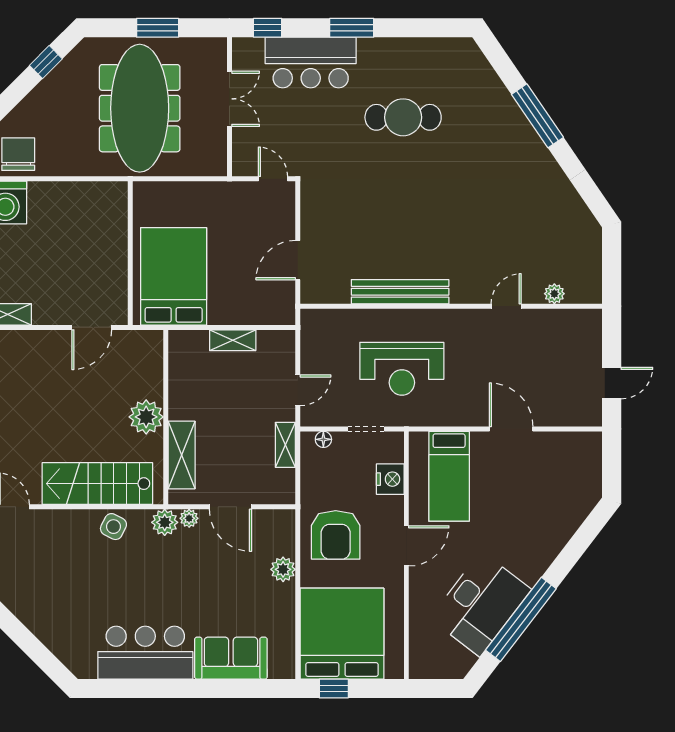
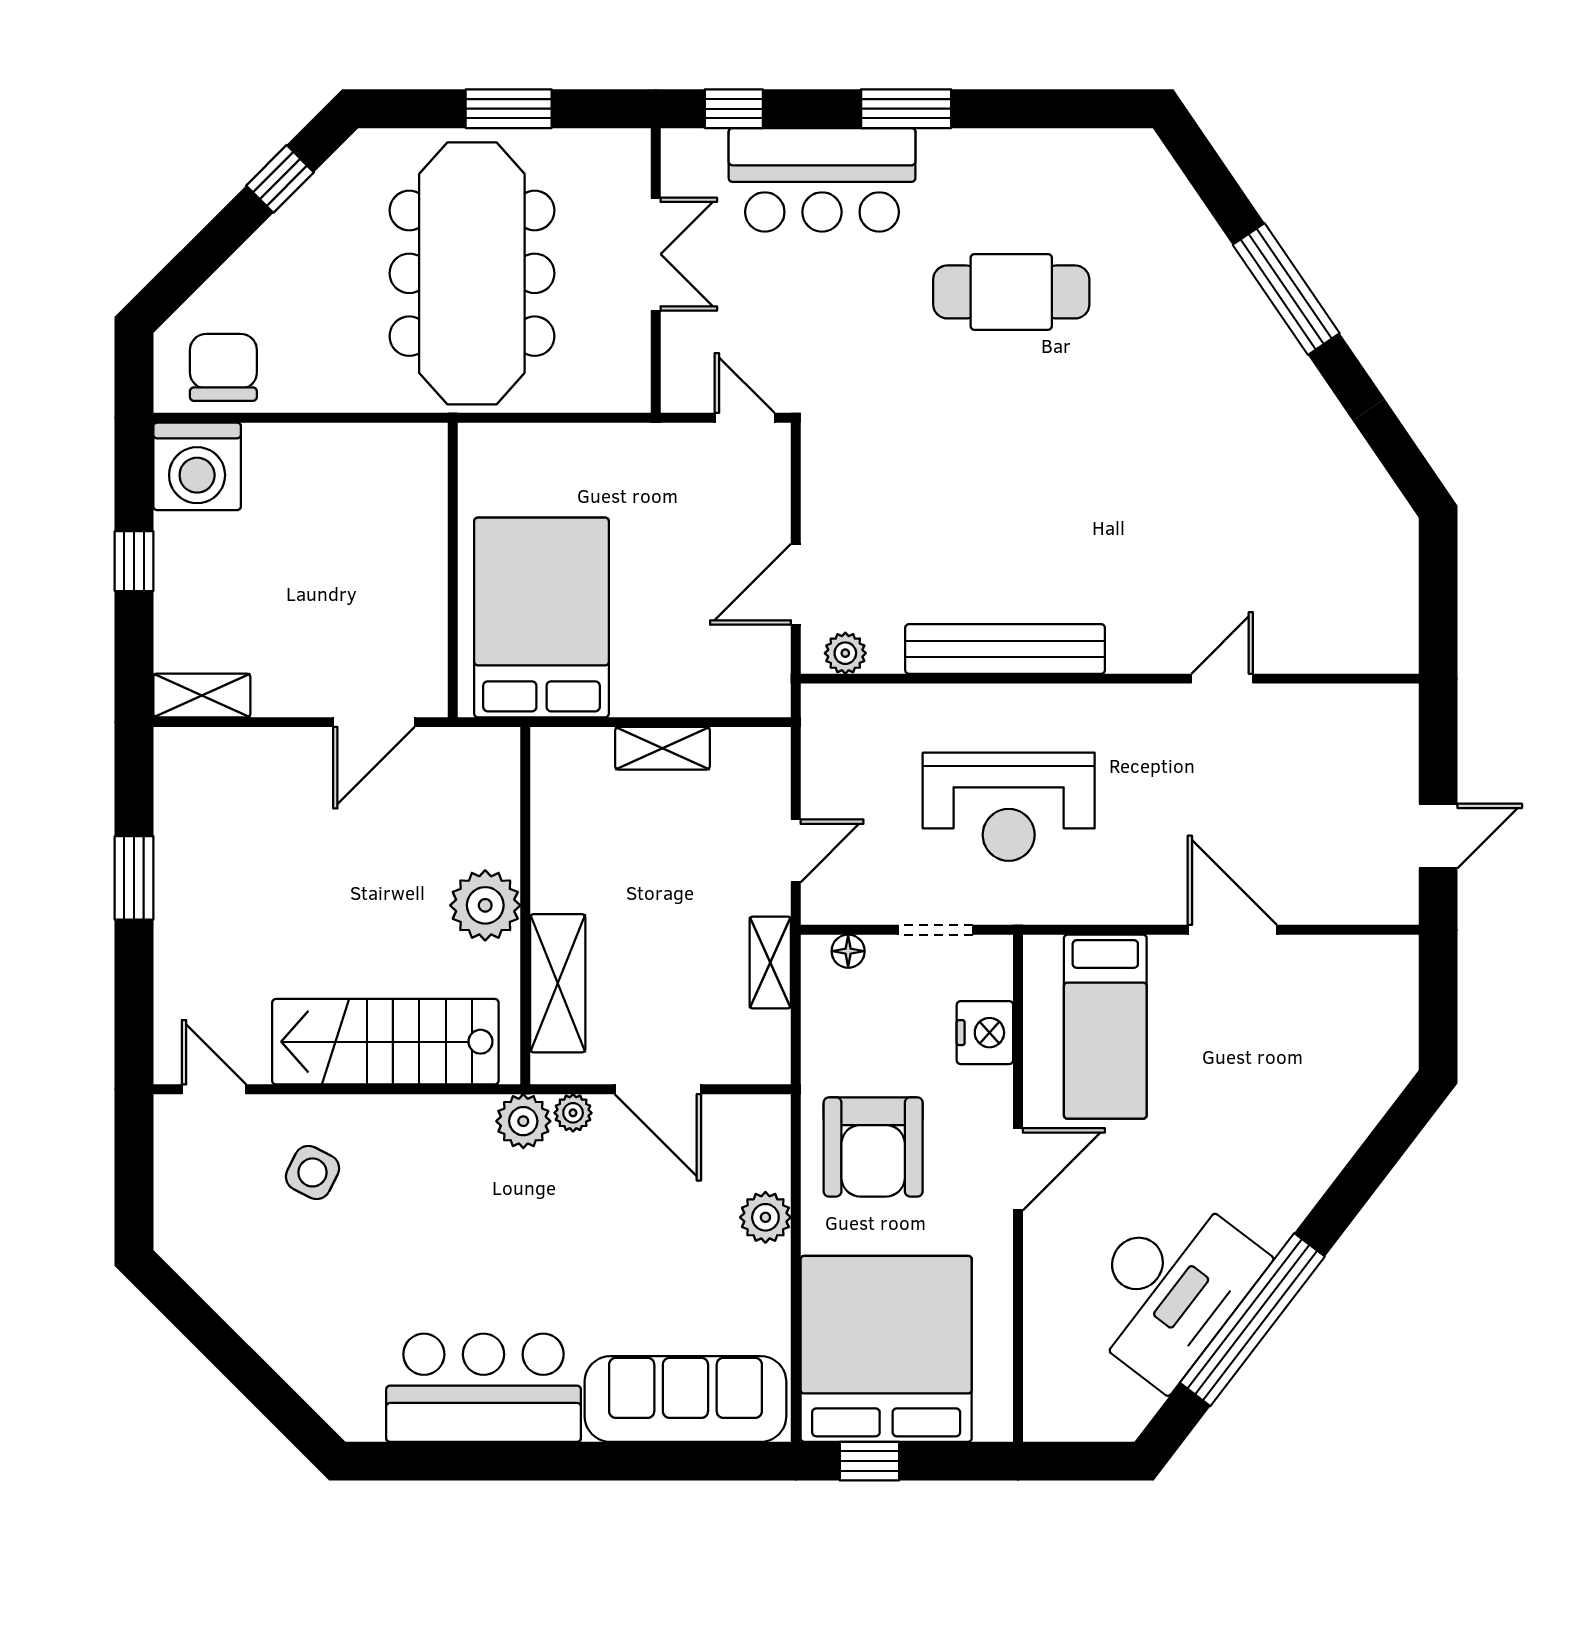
plant: (554, 294) -> (845, 653), moved
side table: (113, 527) -> (313, 1172), moved
sofa: (231, 658) -> (685, 1399), width x1.36

